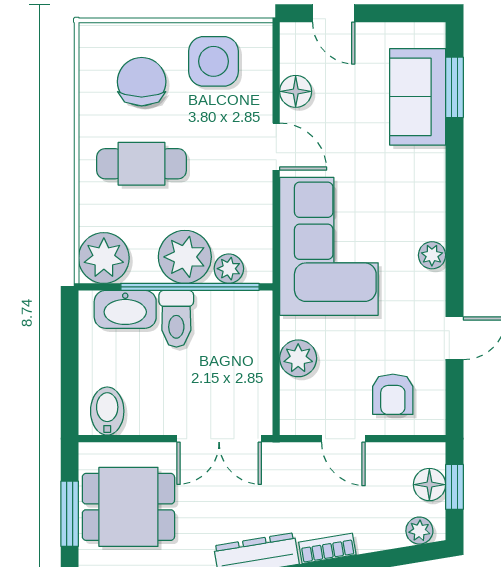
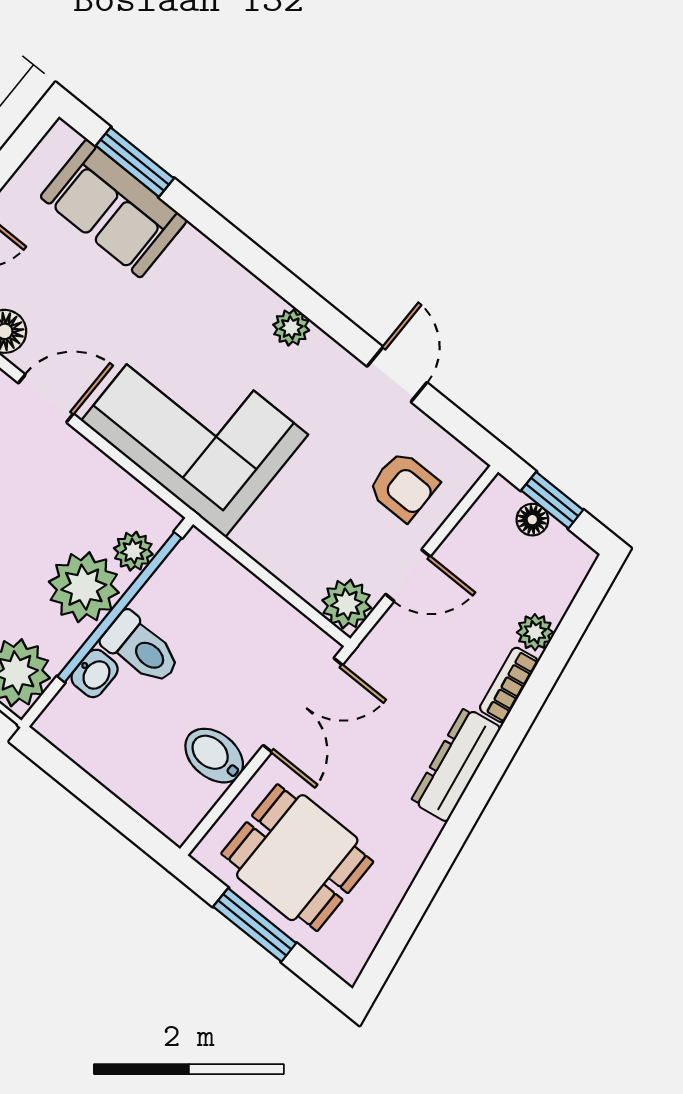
washbasin: (125, 309) -> (95, 673), width x0.52, depth x0.69
plant: (298, 358) -> (347, 604), moved
bidet: (107, 411) -> (214, 756), moved
floor lamp: (429, 485) -> (532, 520), width x0.73, depth x0.73
dining table: (128, 507) -> (297, 858), turned 90
plant: (419, 531) -> (535, 632), moved

